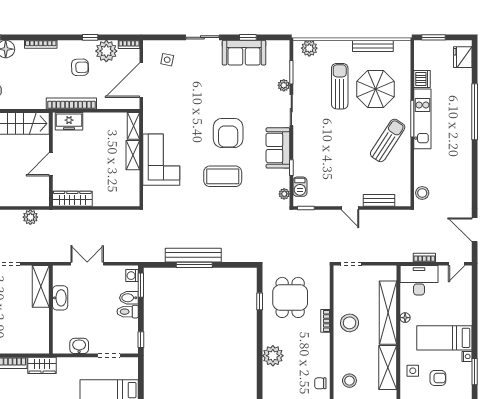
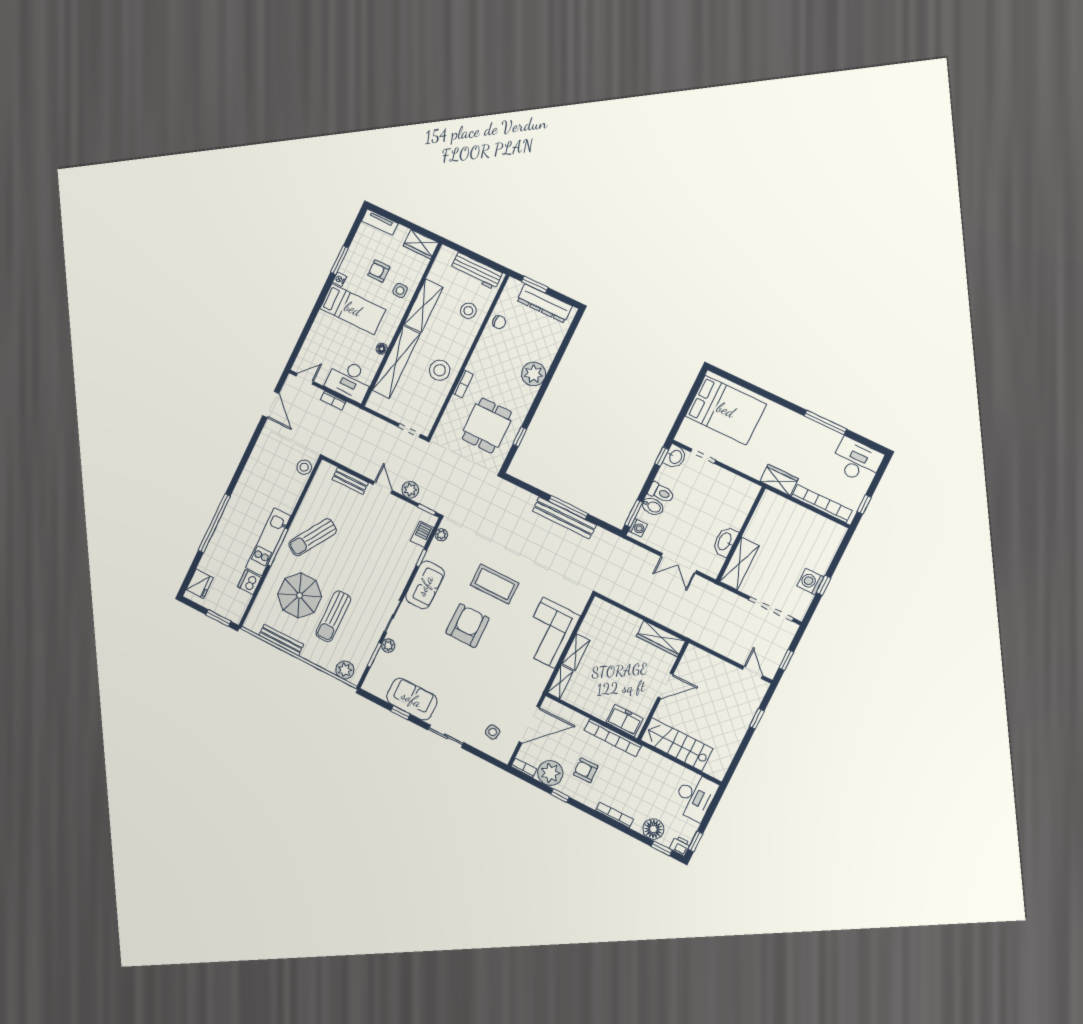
plant: (30, 217) -> (410, 490), moved
washbasin: (79, 346) -> (675, 457), moved, turned -90

